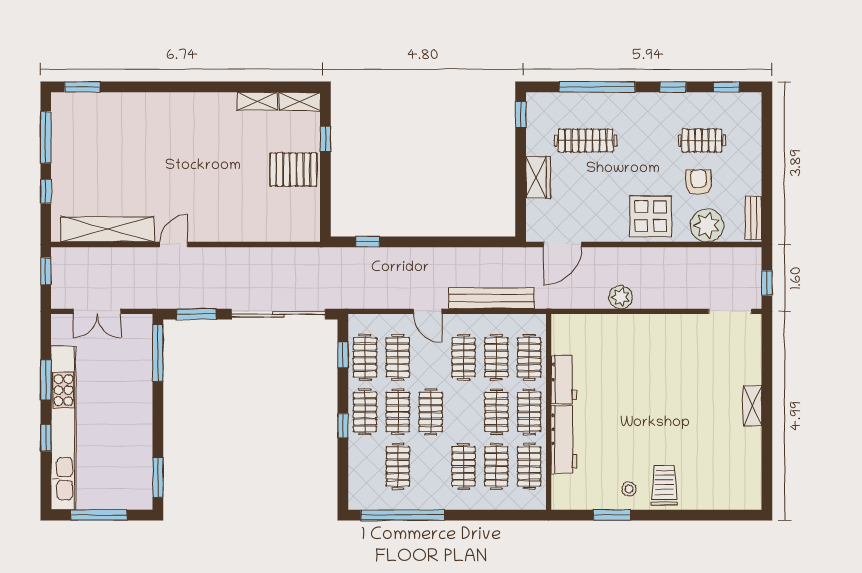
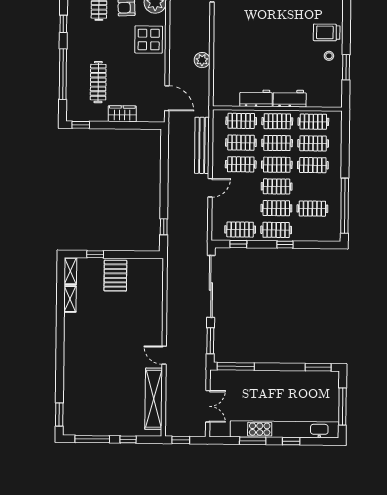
clothes rail: (398, 357) -> (277, 165), moved
workbench: (564, 440) -> (290, 98), width x0.73

